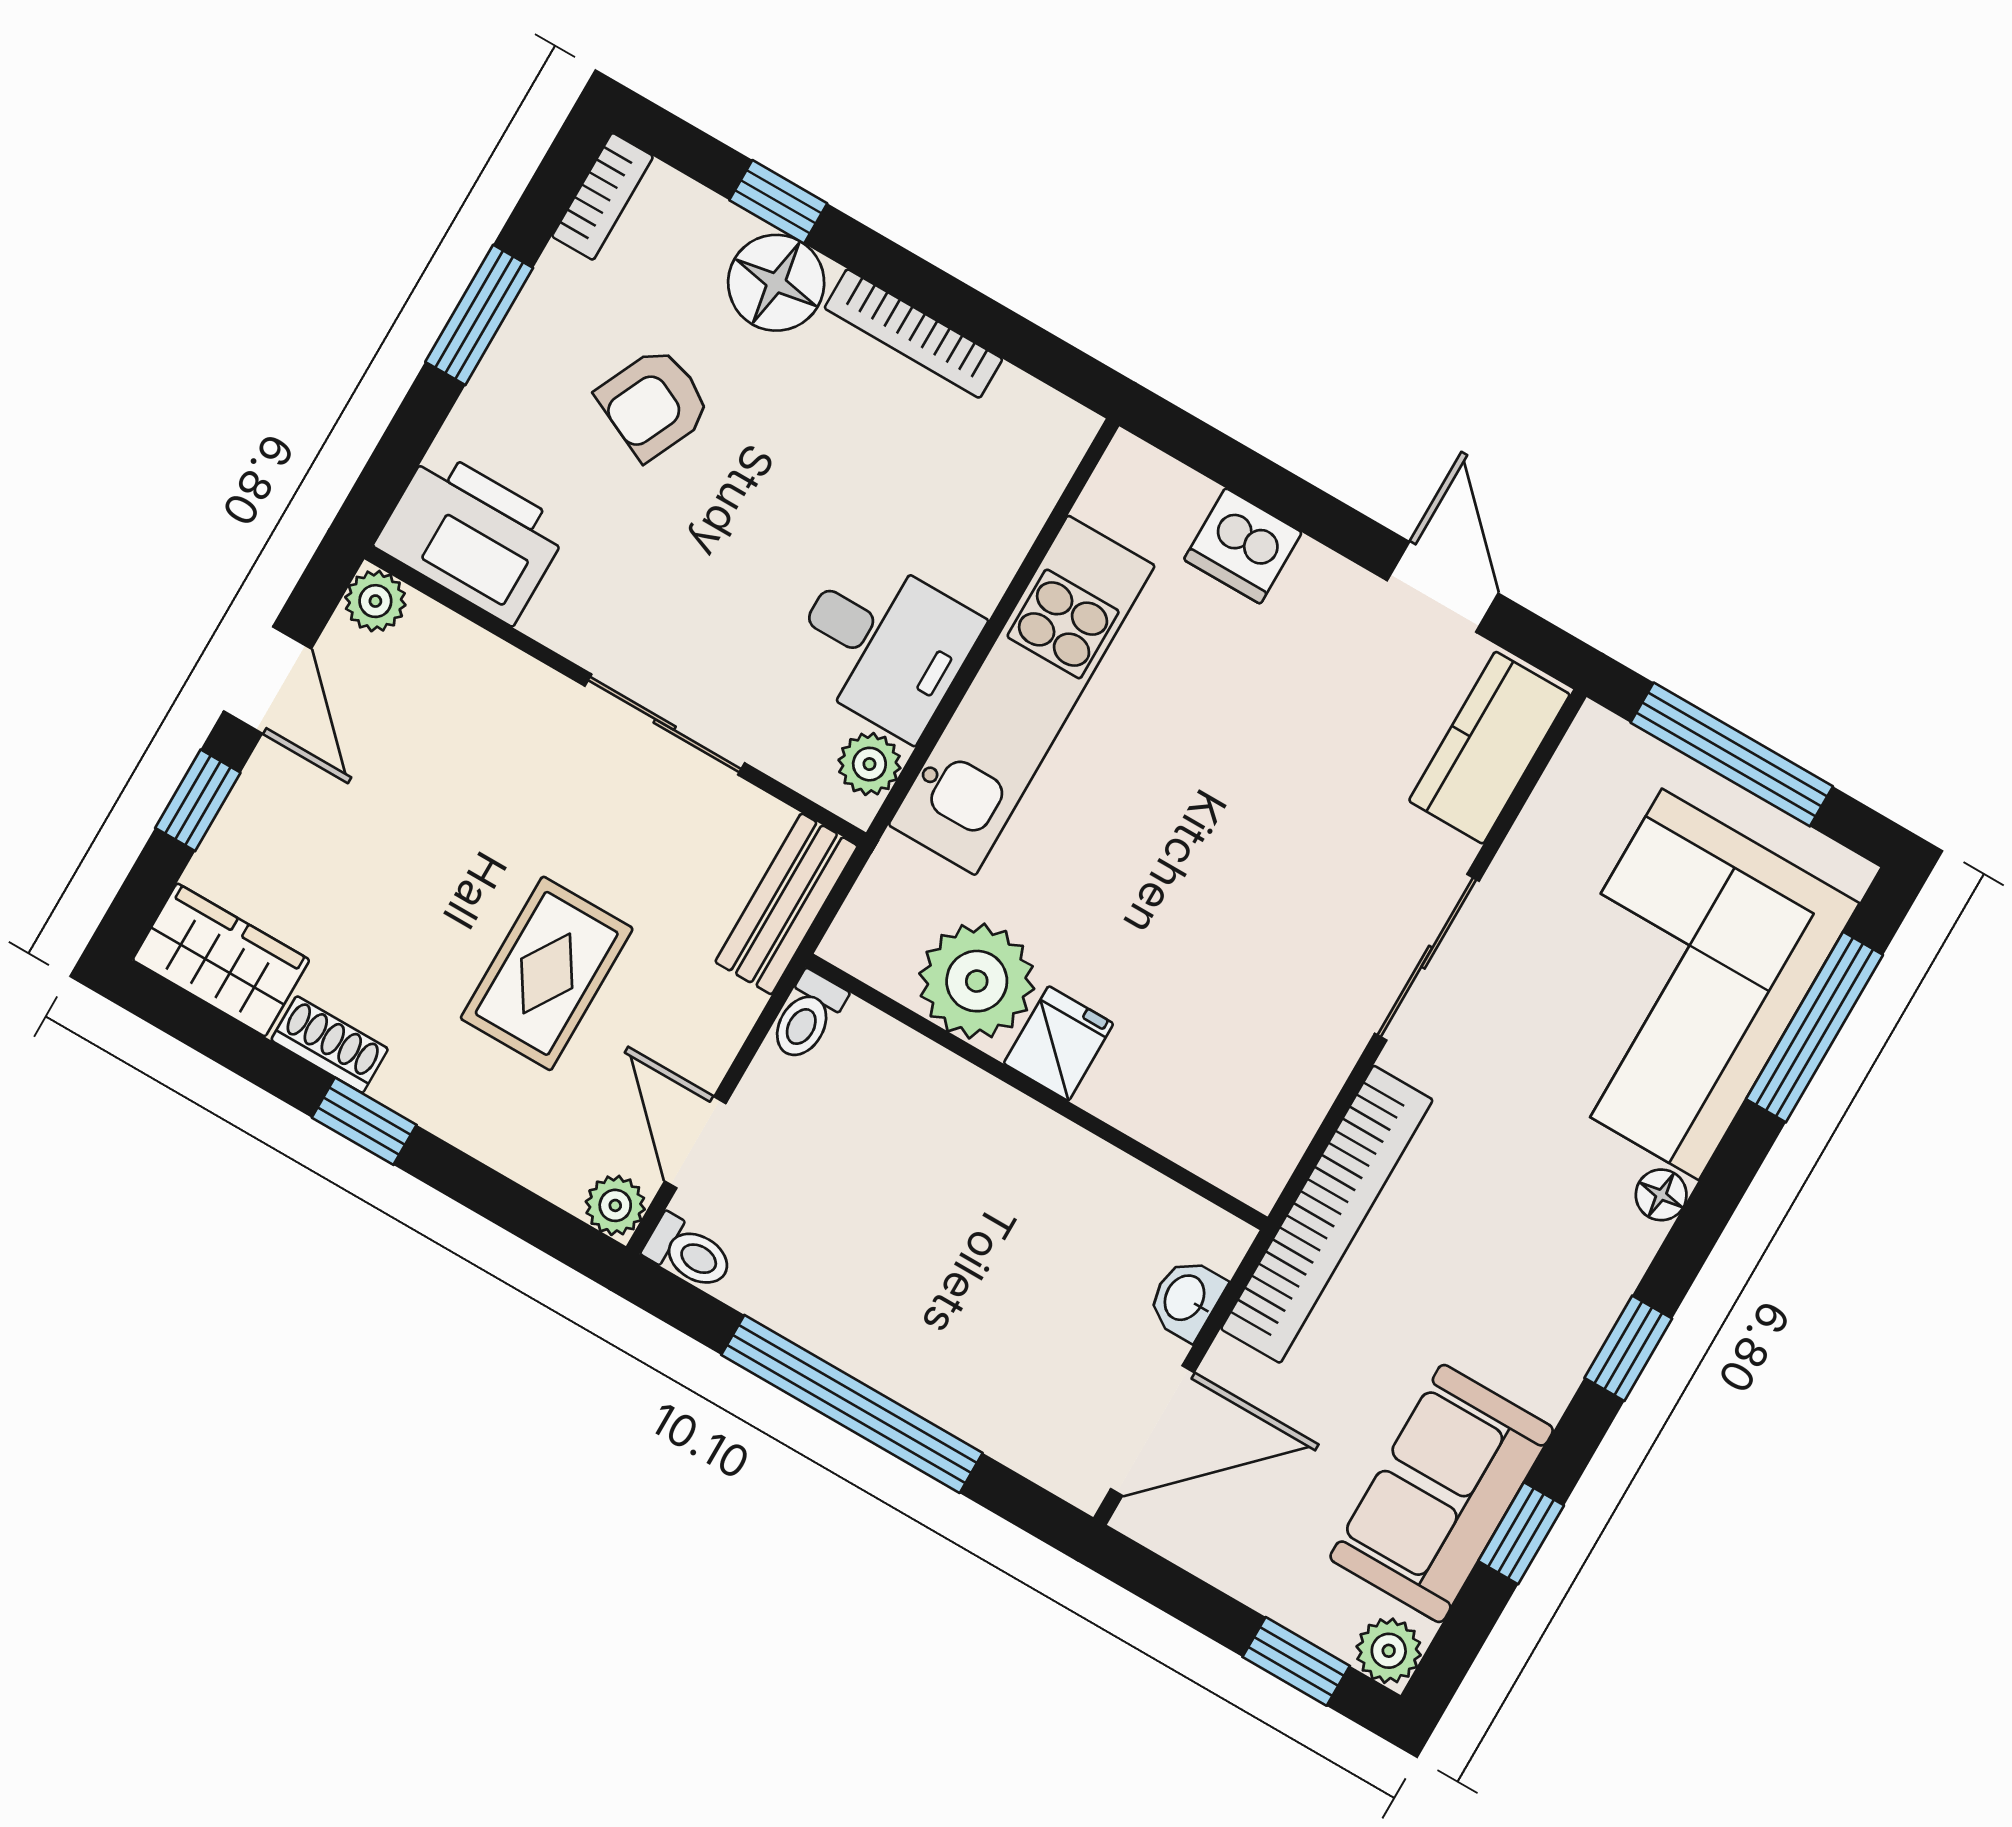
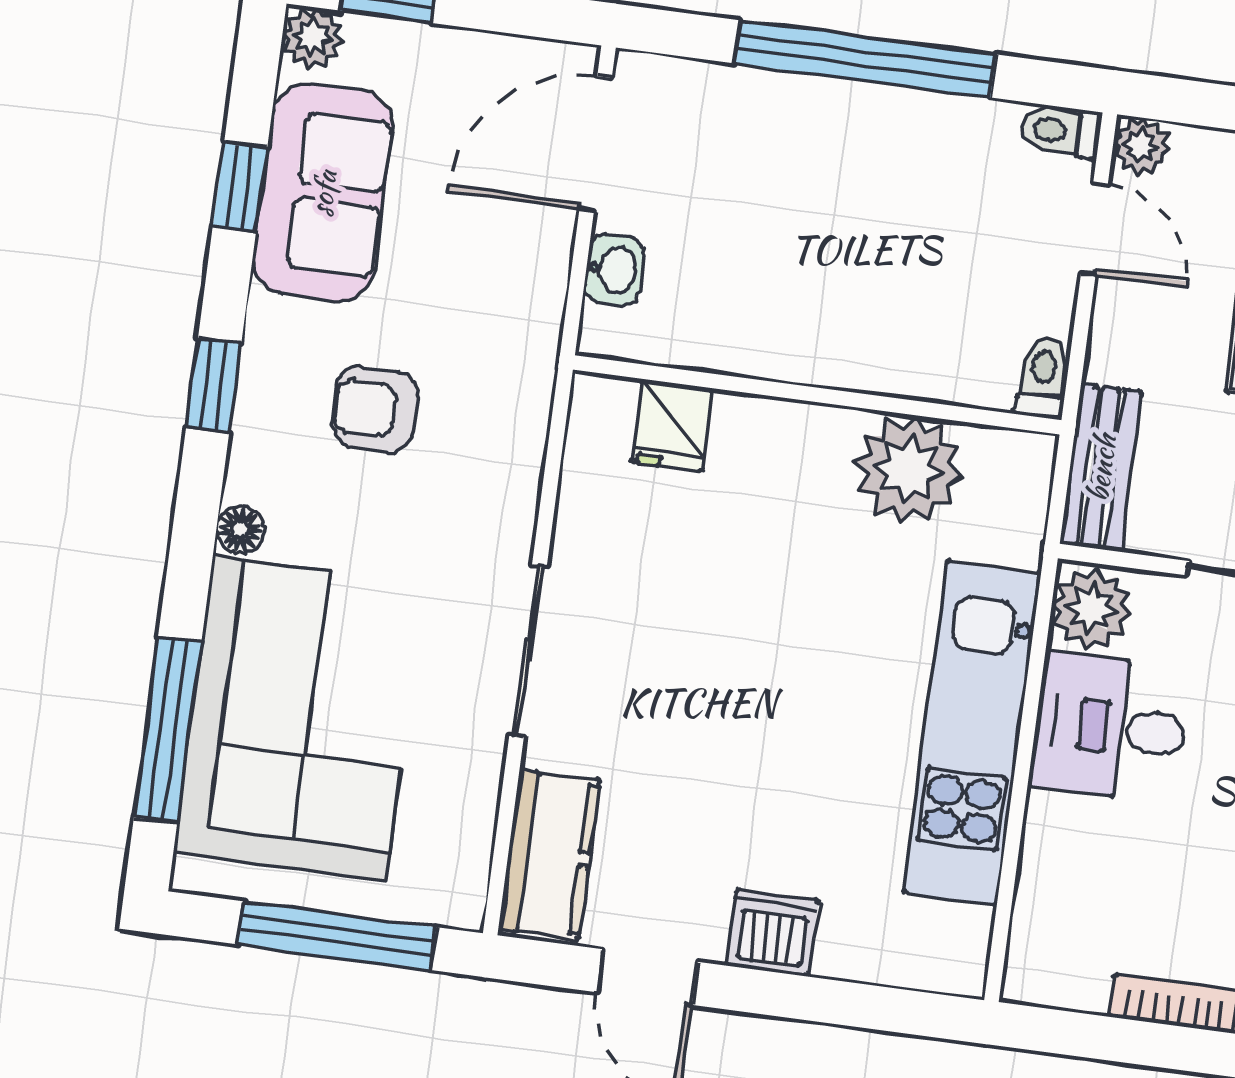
dishwasher: (1243, 546) -> (772, 933), moved
plant: (869, 764) -> (1092, 609), width x1.38, depth x1.38
fridge: (1059, 1043) -> (672, 425), moved
bookcase: (1327, 1214) -> (522, 393), removed
armchair: (1479, 1259) -> (375, 409), added

